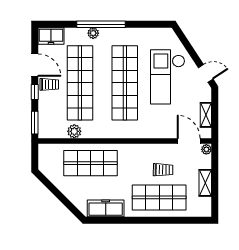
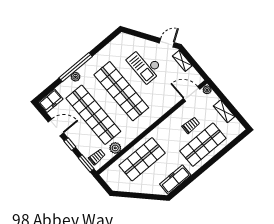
checkout: (168, 77) -> (145, 65), width x0.73, depth x0.83
trolley: (49, 84) -> (97, 157), moved
shelving: (206, 115) -> (182, 61), moved

